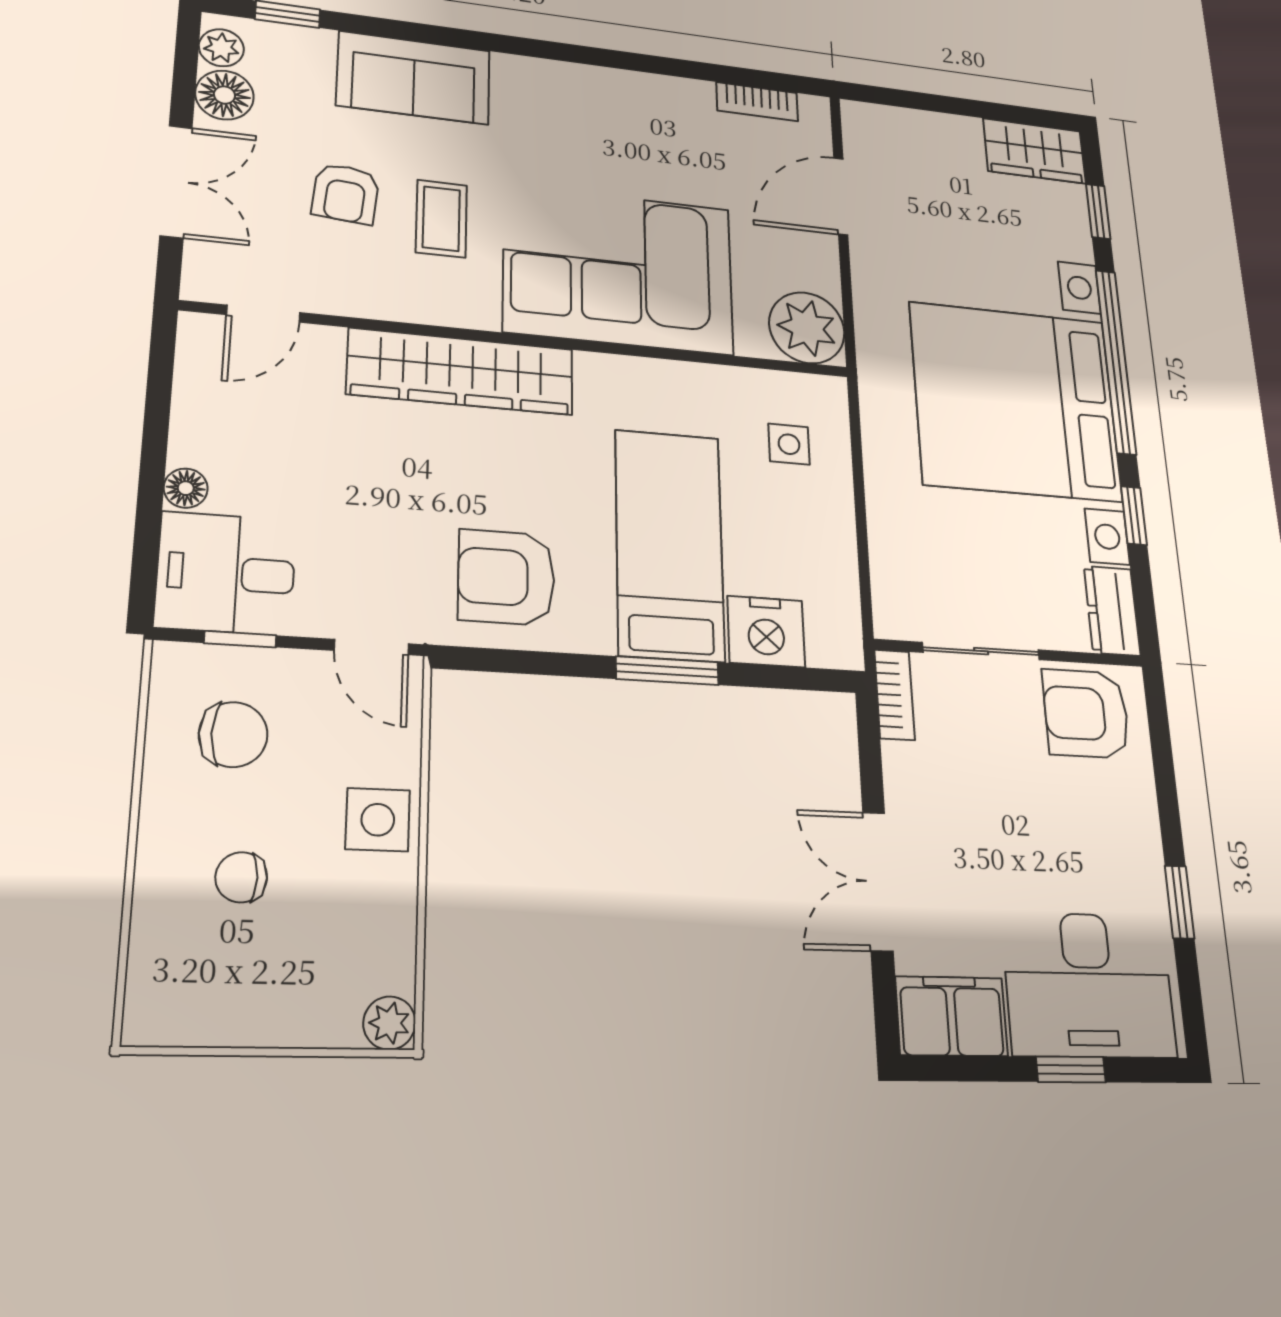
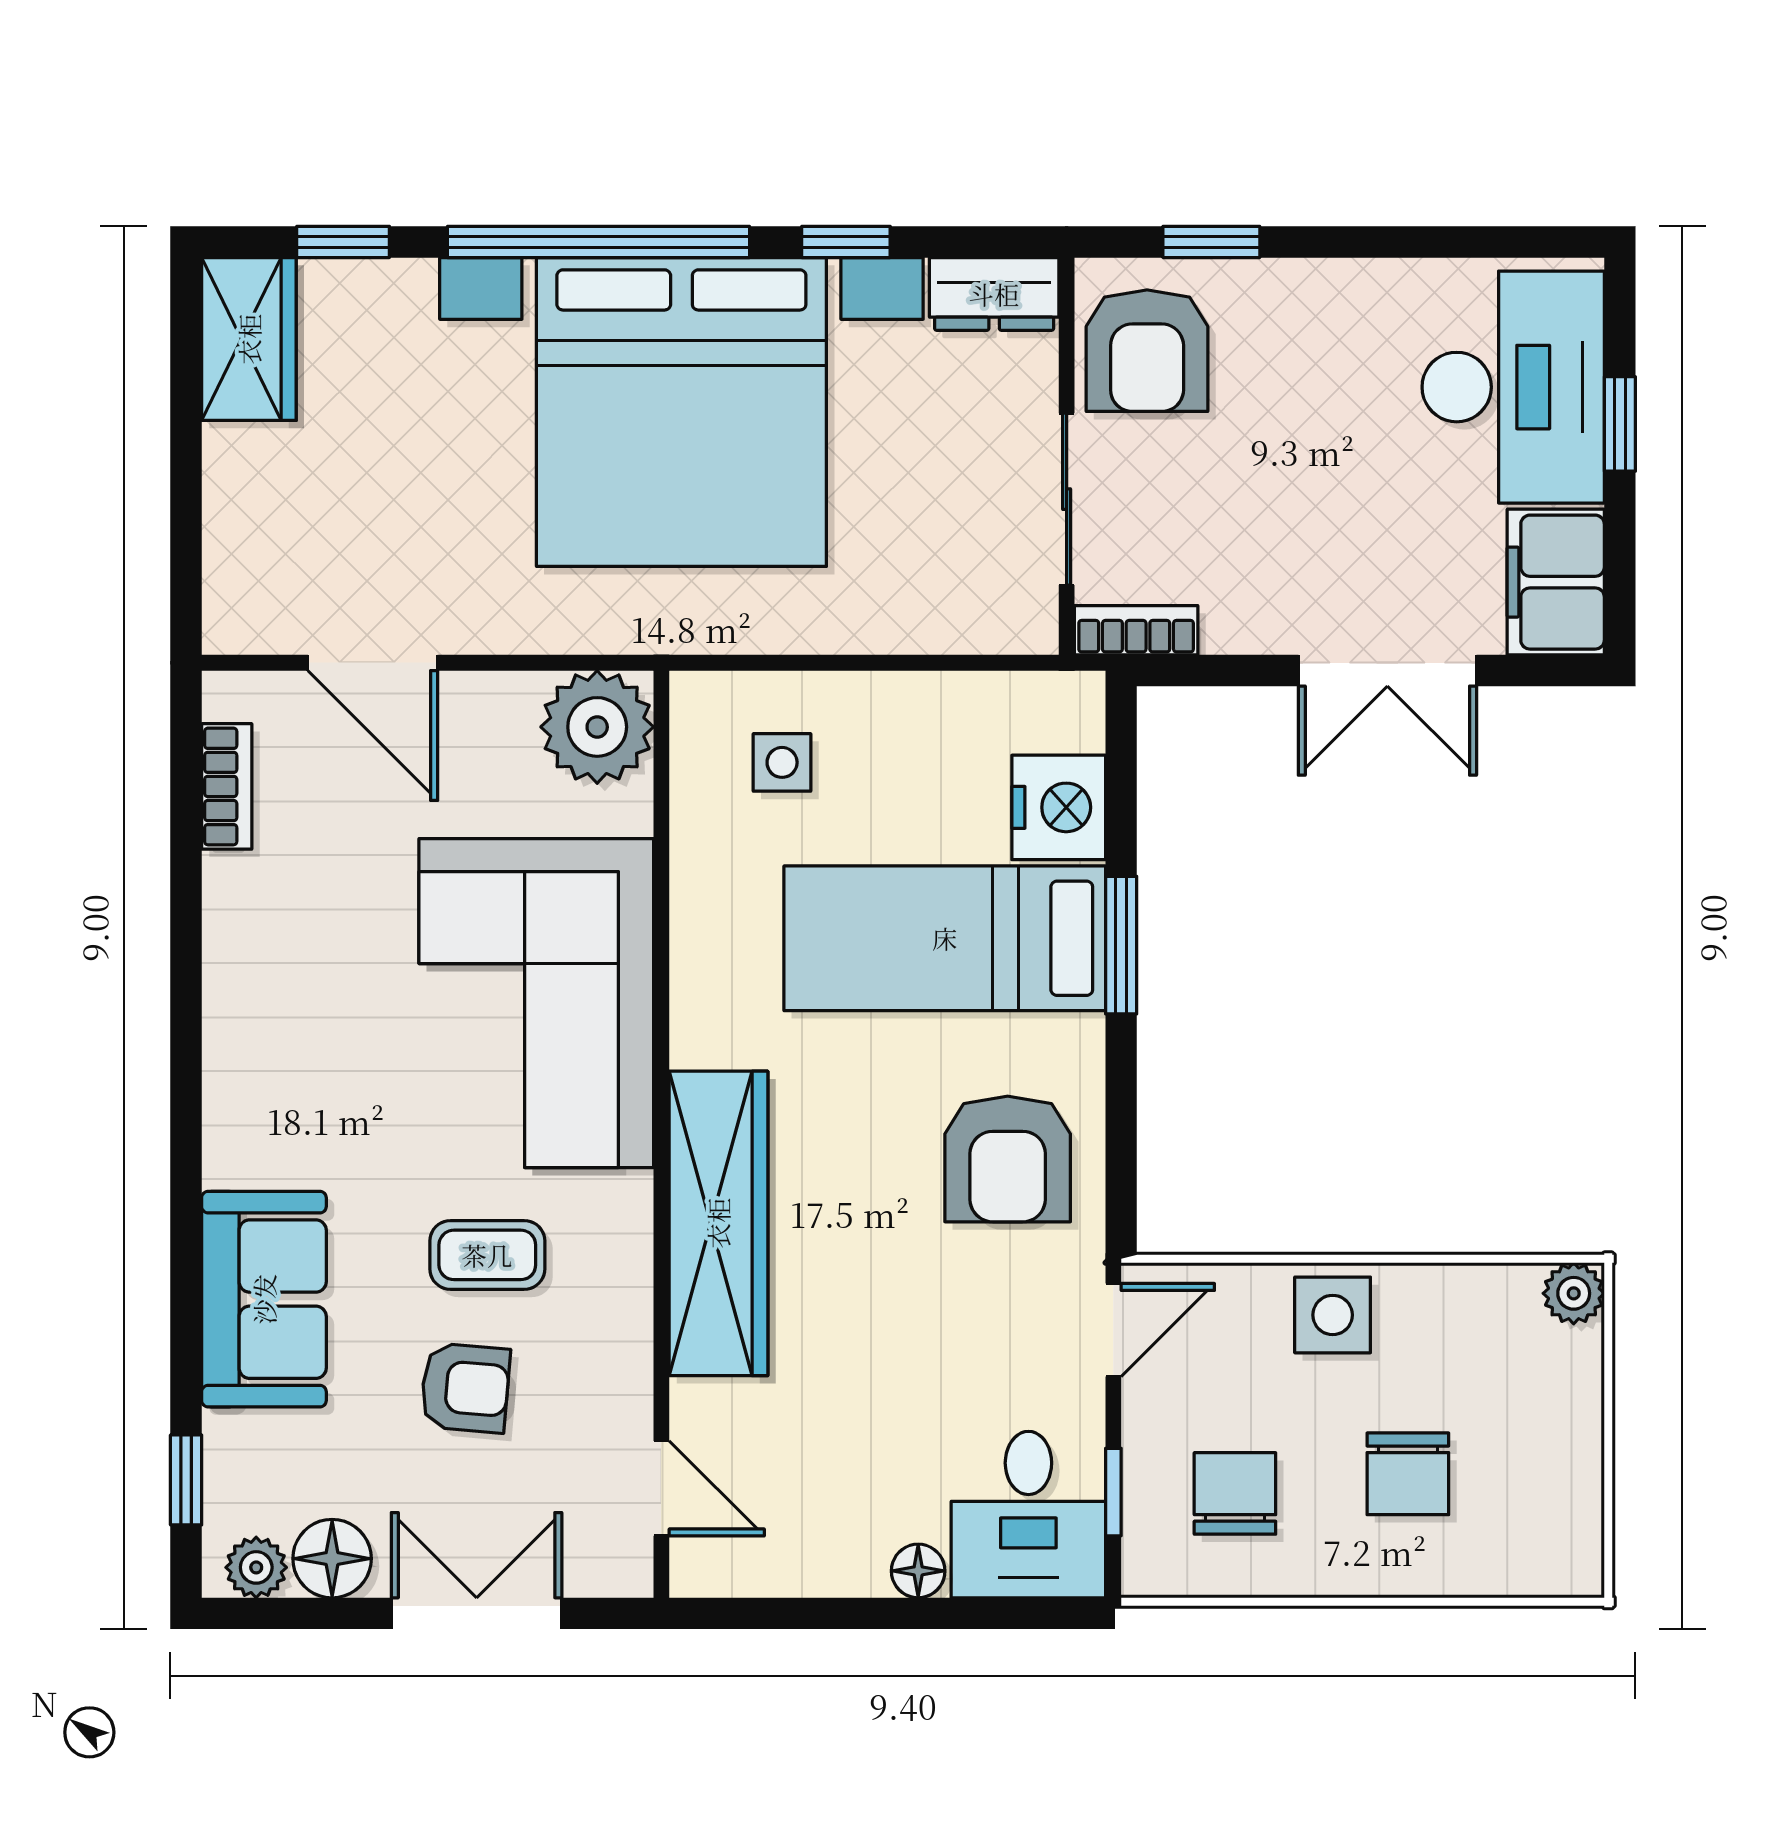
chair: (241, 877) -> (1408, 1474), width x1.37, depth x1.37
window: (1180, 902) -> (1211, 242), moved

